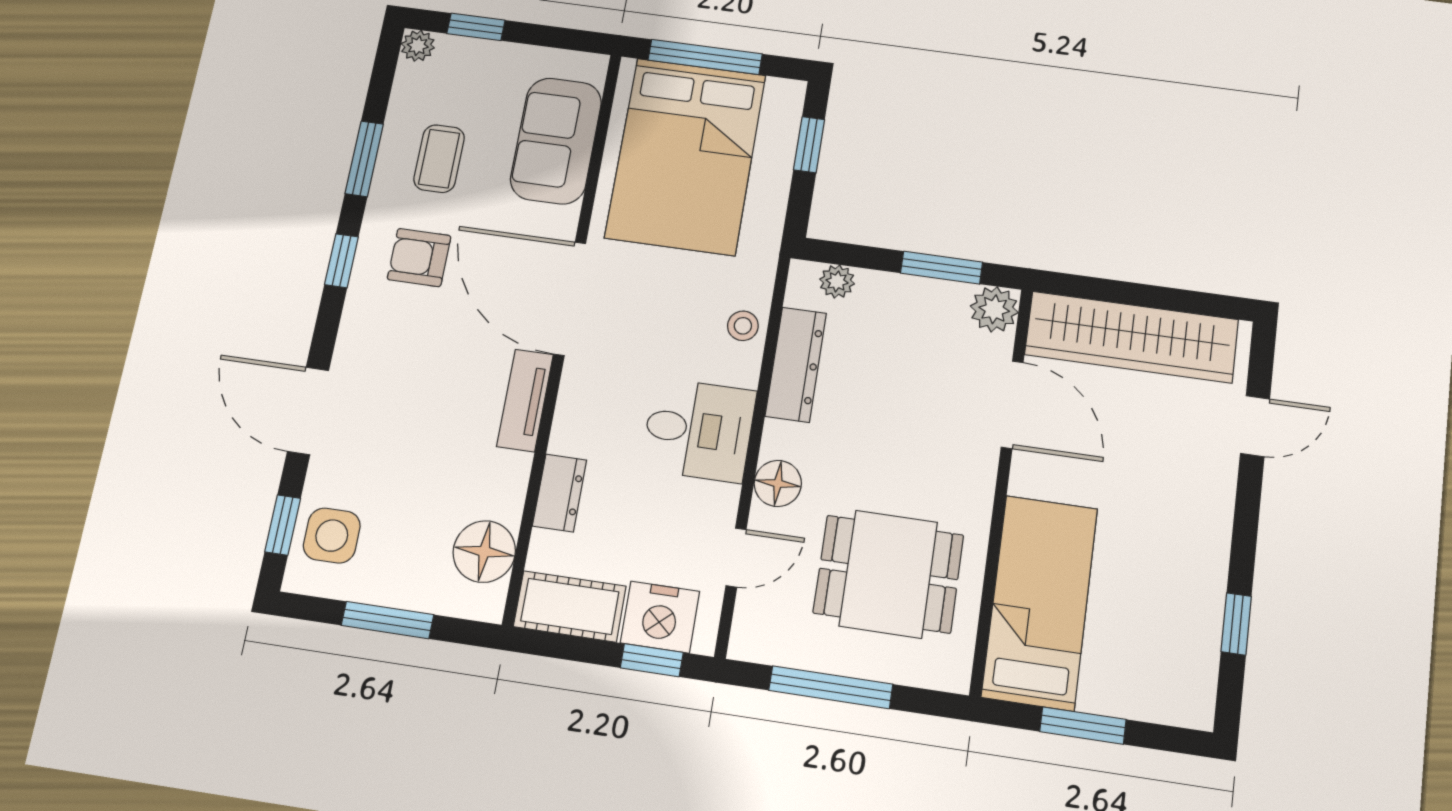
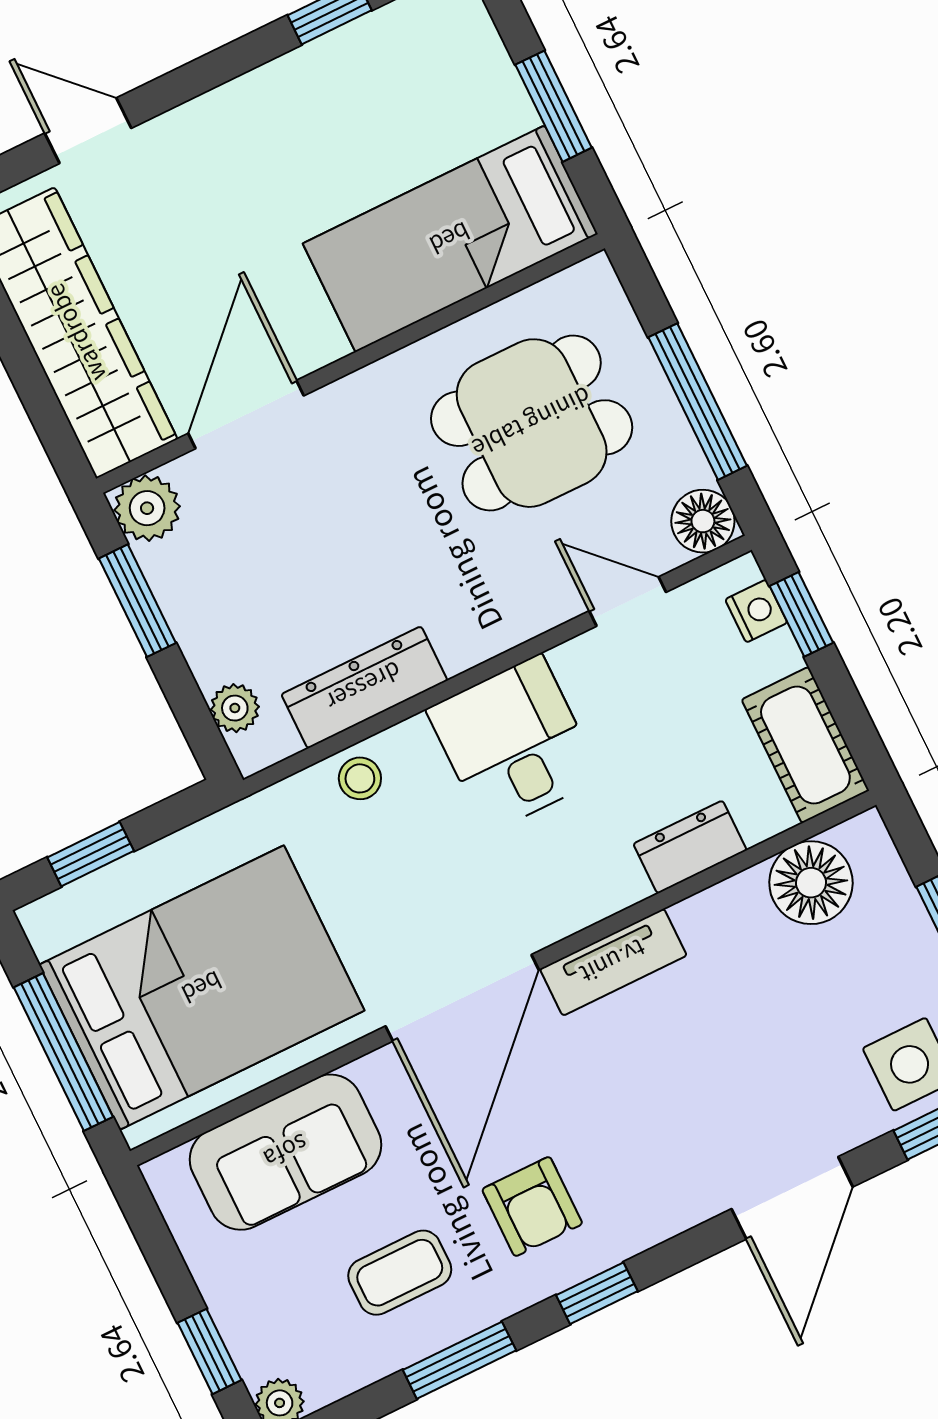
floor lamp: (778, 483) -> (703, 521), moved
dining table: (888, 574) -> (532, 423), turned 90
nightstand: (660, 617) -> (756, 611), width x0.53, depth x0.56

